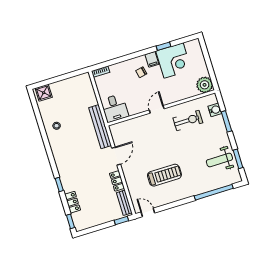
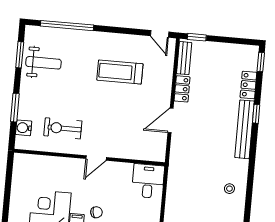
plant: (205, 85) -> (24, 164), removed
bench: (100, 127) -> (244, 129), moved

